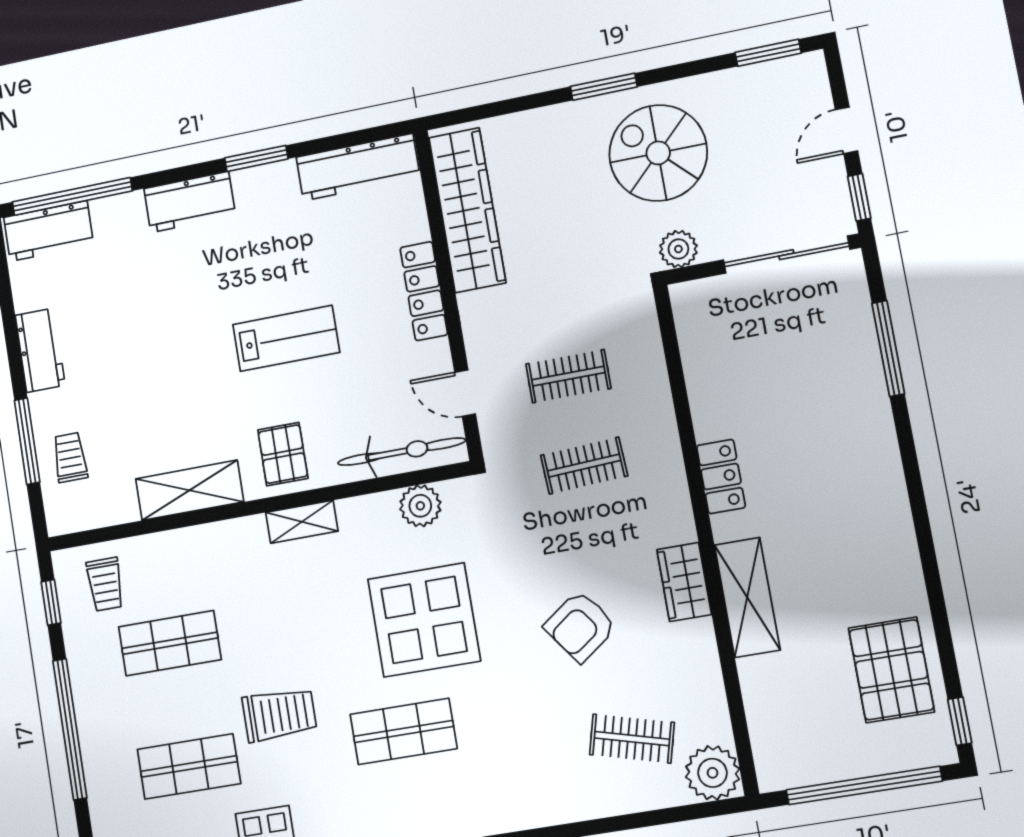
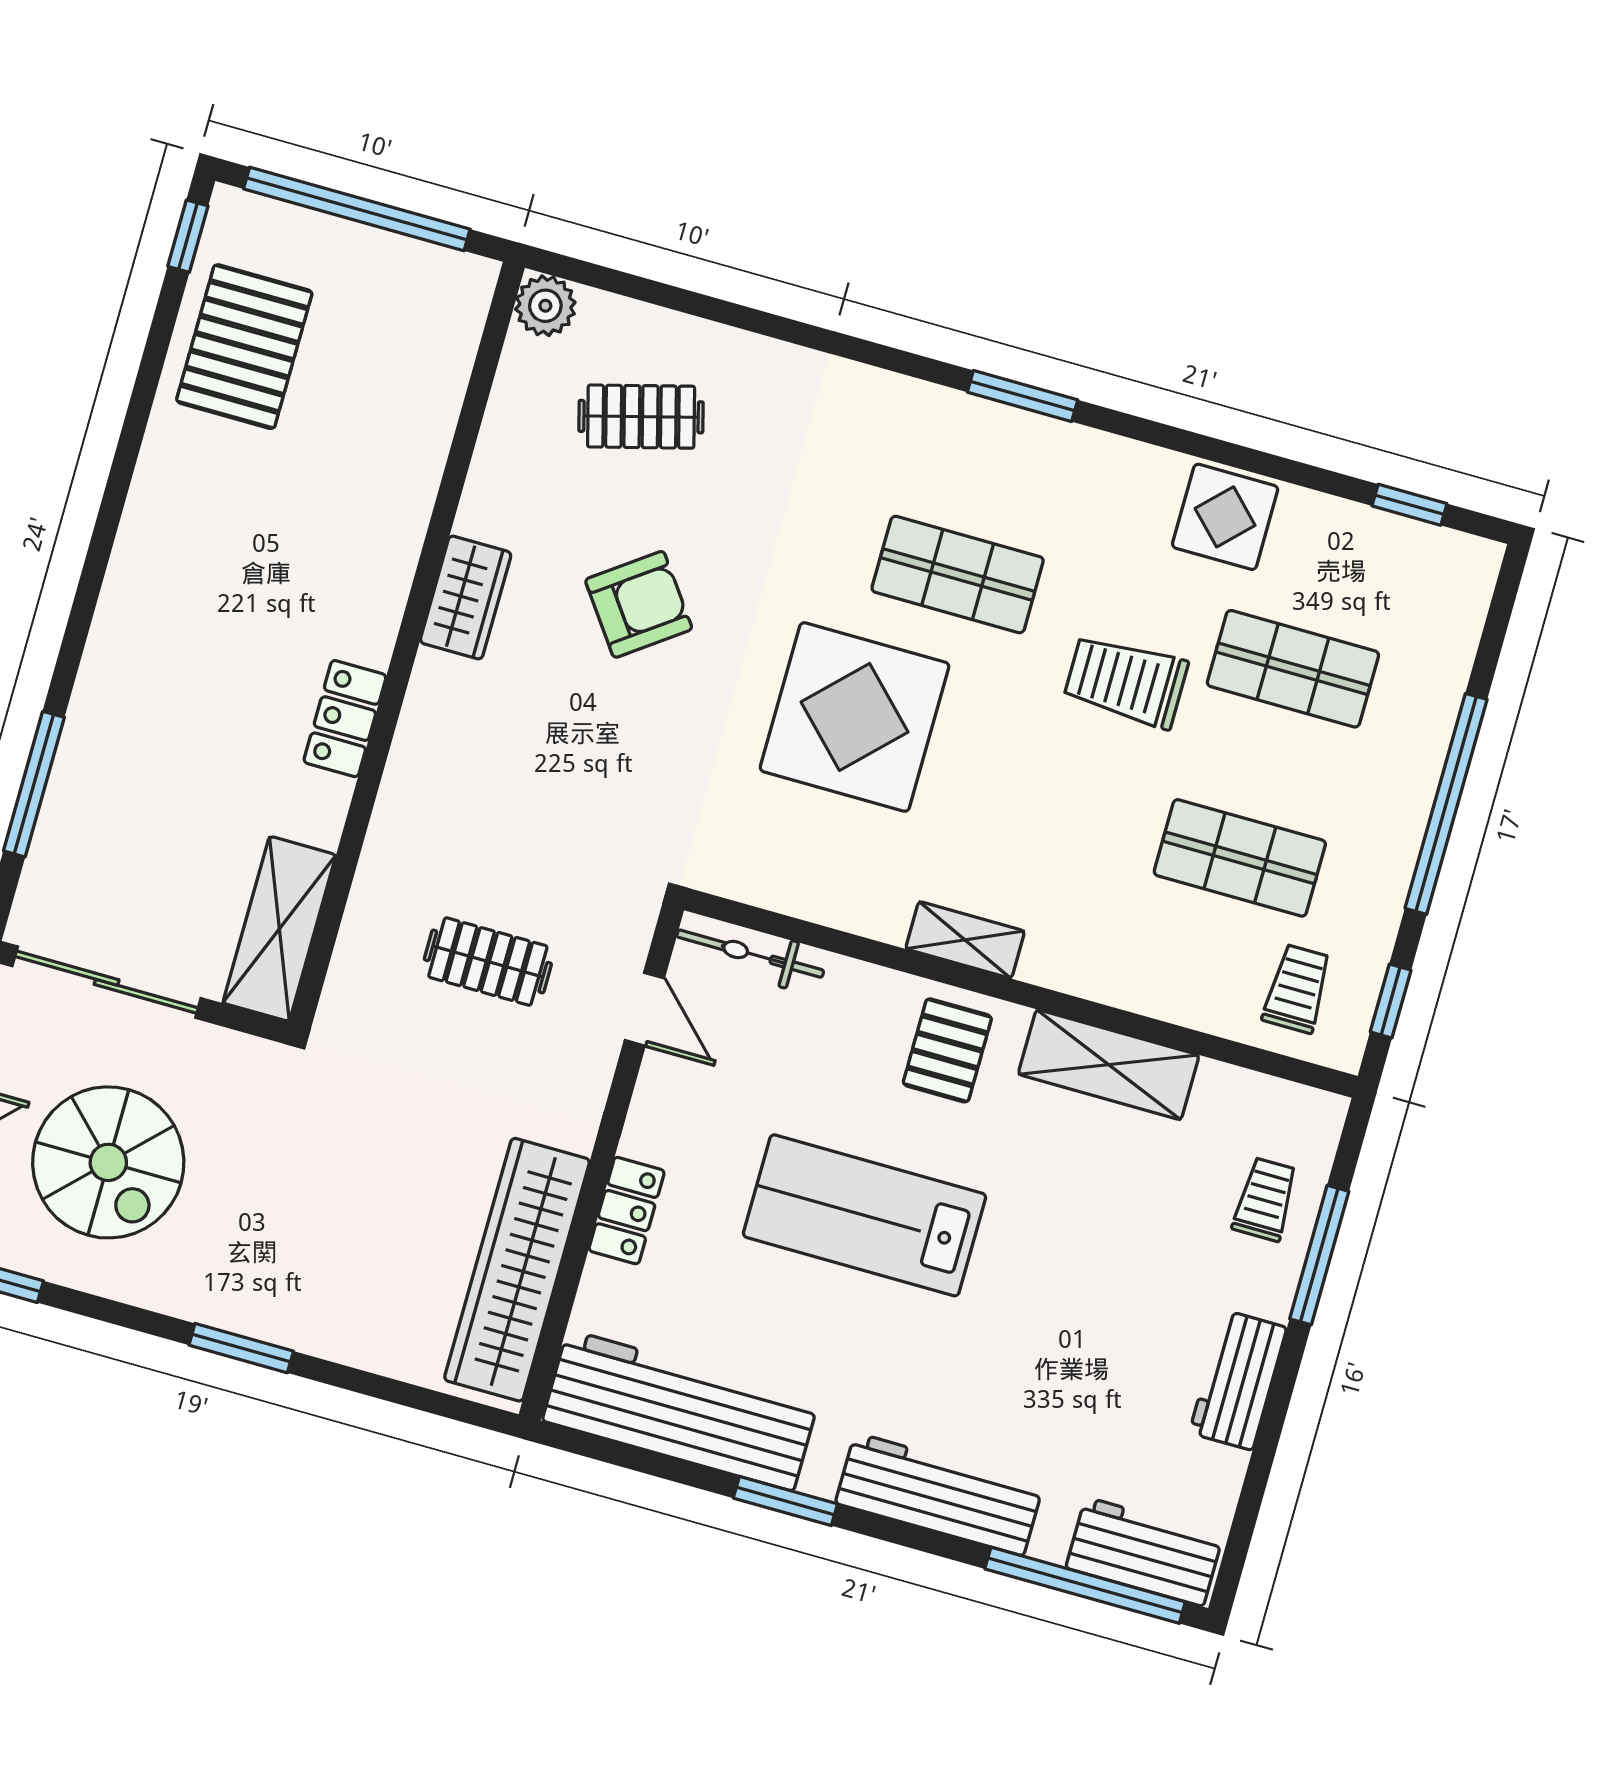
spiral stairs: (658, 153) -> (108, 1162), moved
workbench: (358, 167) -> (681, 1410), width x1.36, depth x1.32
workbench: (190, 202) -> (939, 1494), width x1.38
plant: (678, 249) -> (249, 1064), removed
locker: (424, 291) -> (627, 1211), width x0.66
lab bench: (286, 338) -> (864, 1215), width x1.36, depth x1.39
bicycle: (402, 452) -> (750, 954), width x0.73, depth x0.71
trolley: (70, 457) -> (1265, 1199), turned 180
clothes rail: (584, 466) -> (526, 825), removed
plant: (420, 506) -> (784, 880), removed
shelving: (747, 597) -> (279, 929), moved
clothes rail: (632, 739) -> (641, 417), turned -30
plant: (712, 773) -> (545, 306), width x0.73, depth x0.73

